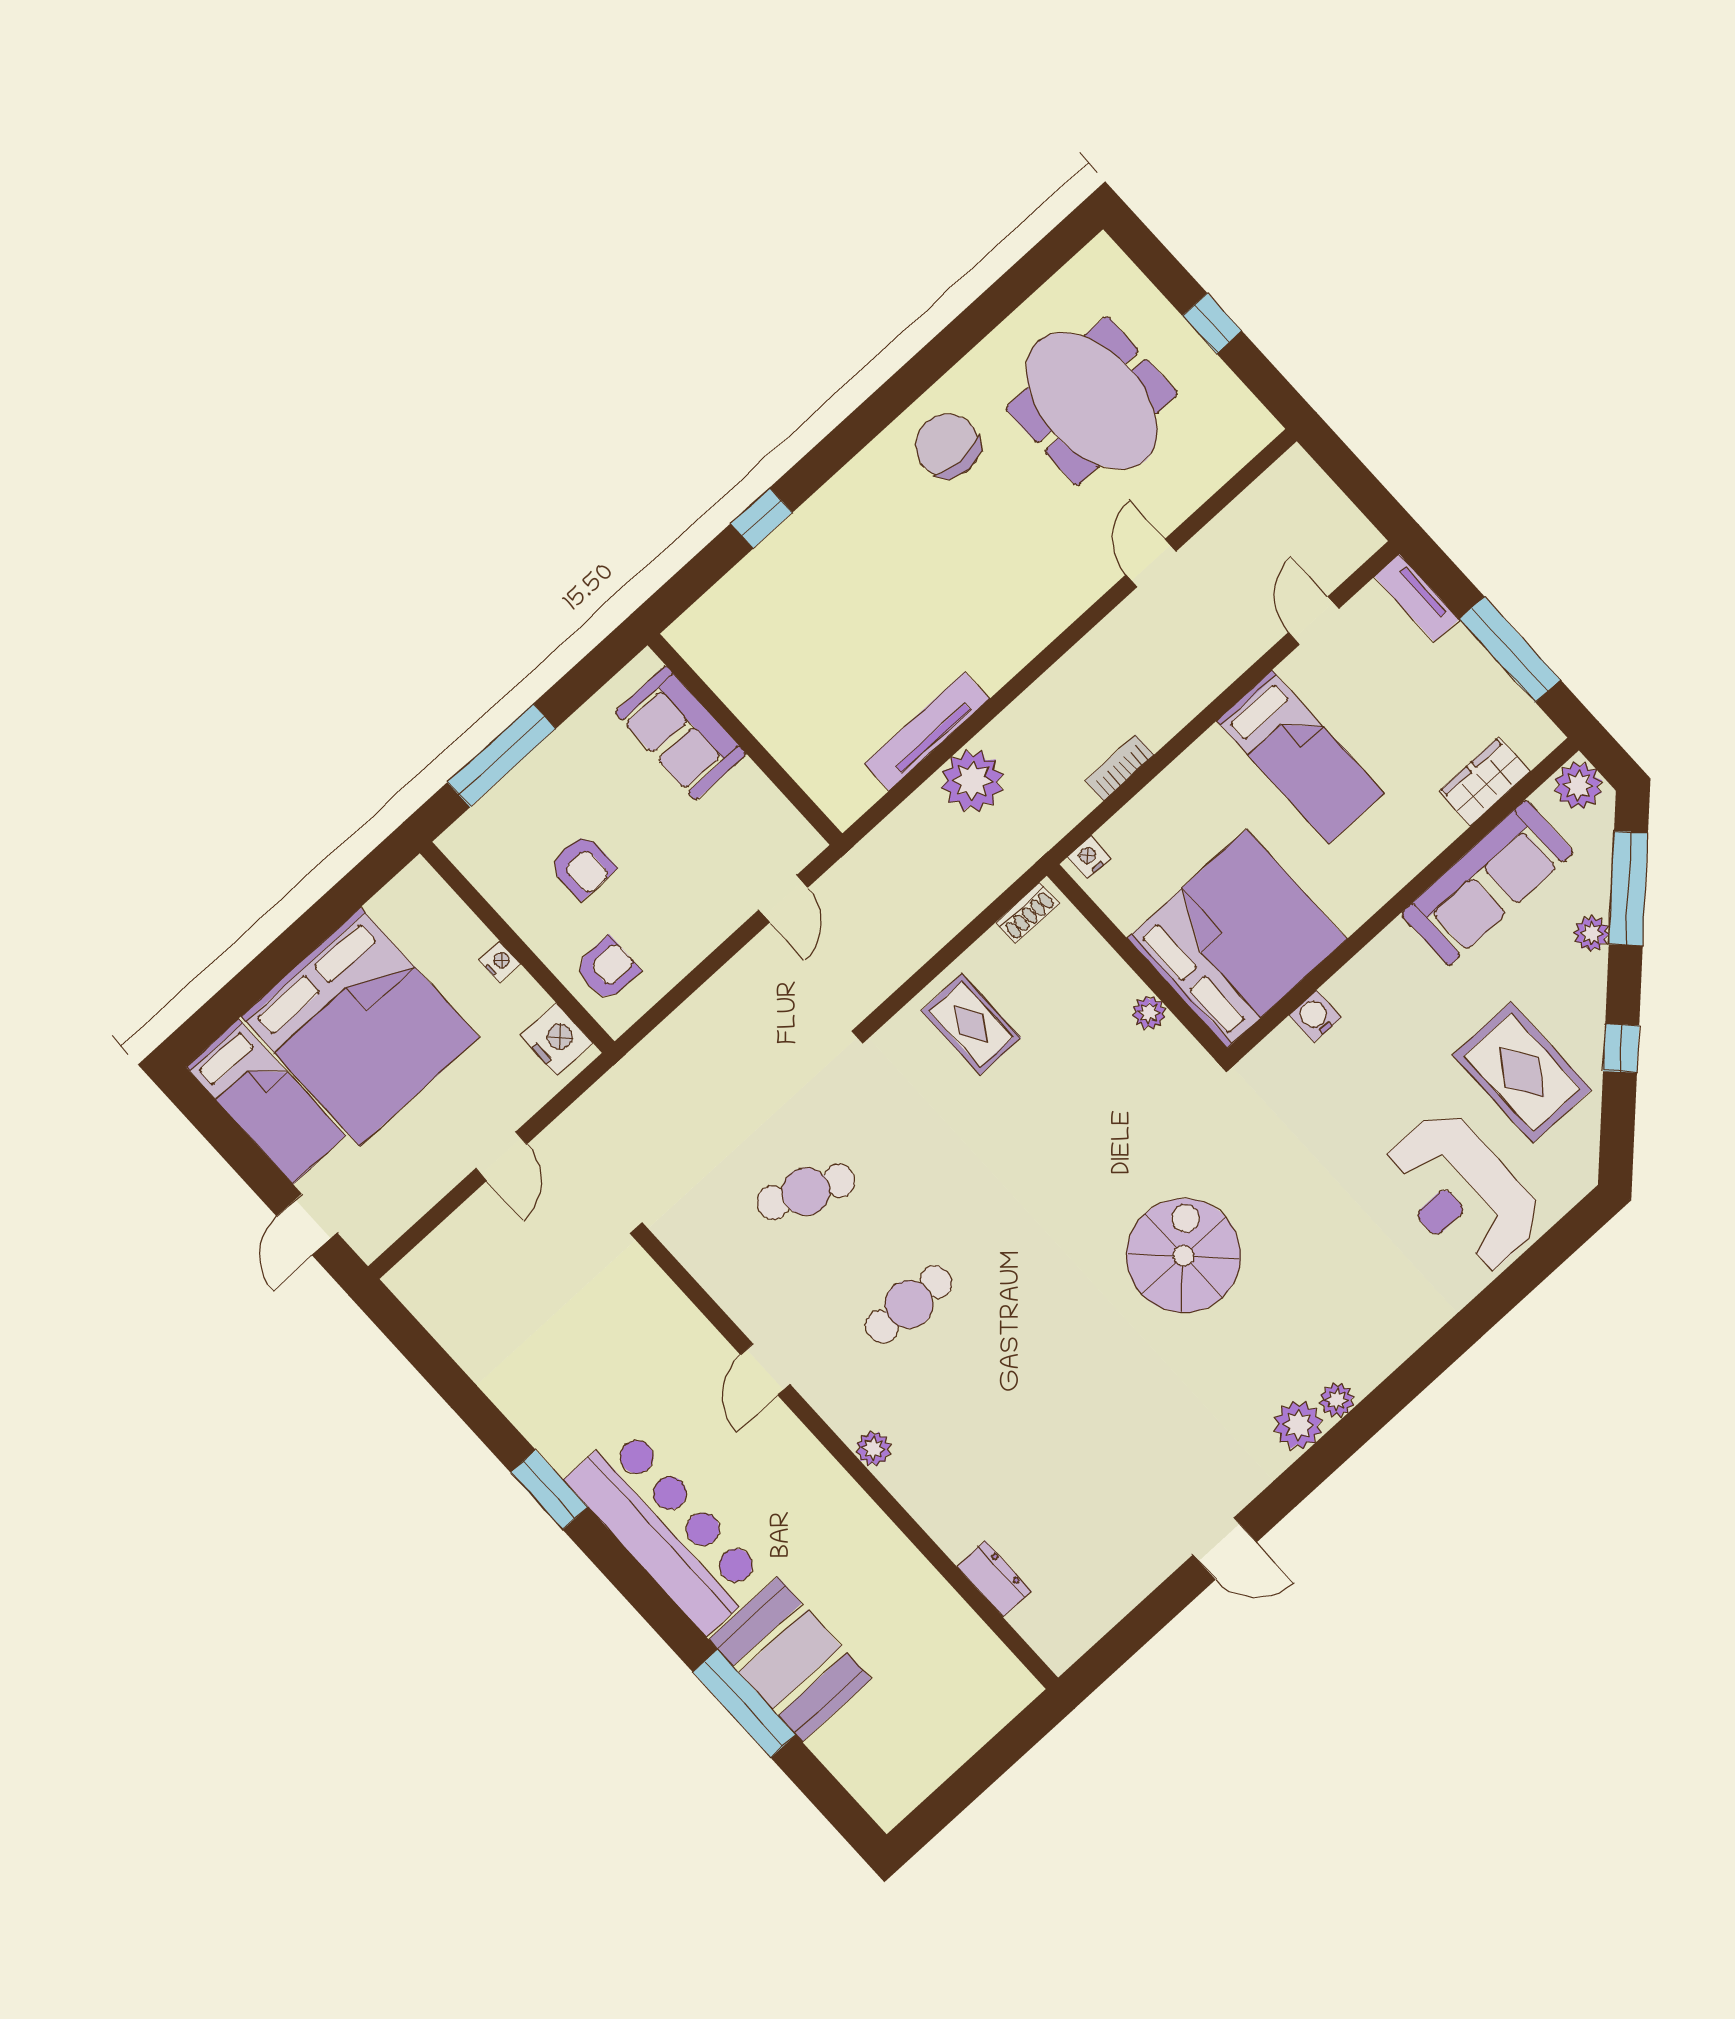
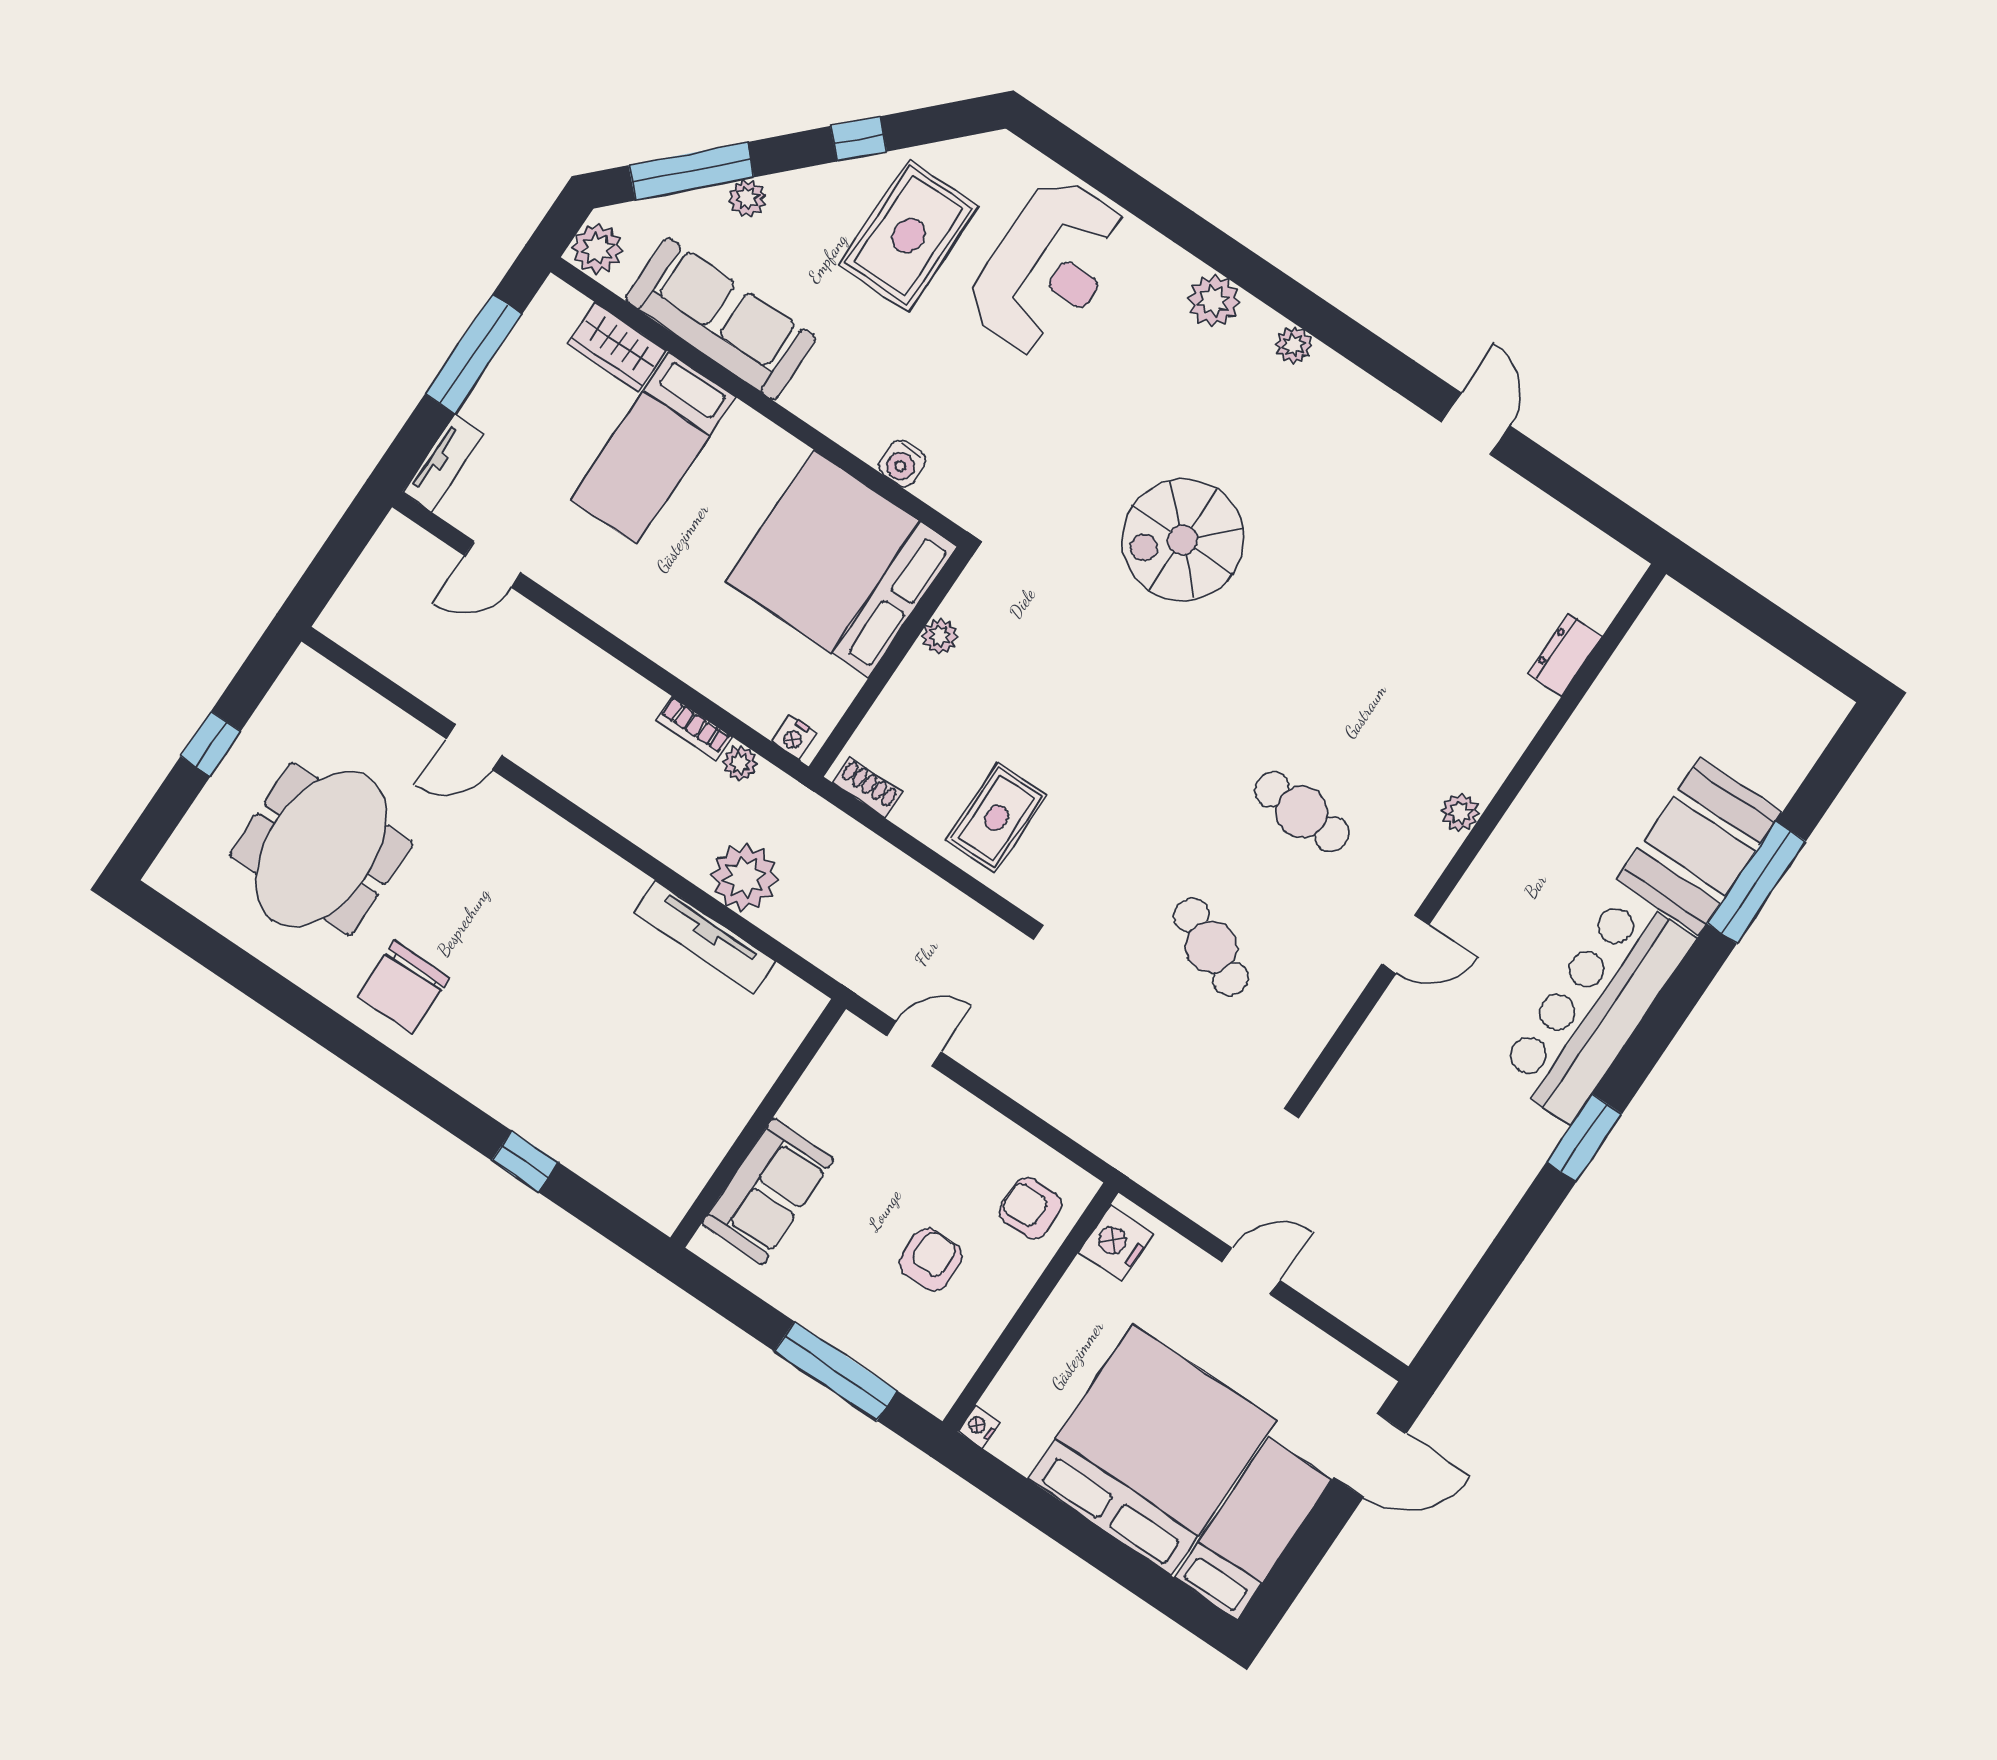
bed: (1300, 757) -> (653, 448), moved, turned 180
plant: (1077, 802) -> (740, 763), added
nightstand: (500, 962) -> (979, 1427), moved
door: (307, 1224) -> (1370, 1455), width x1.38
plant: (1298, 1425) -> (1214, 301), moved

